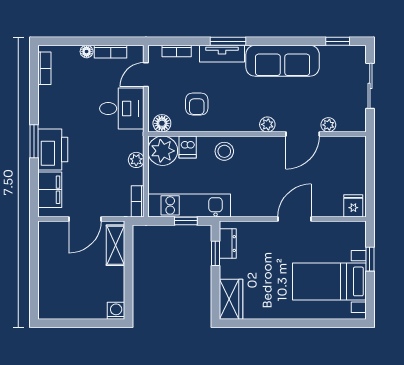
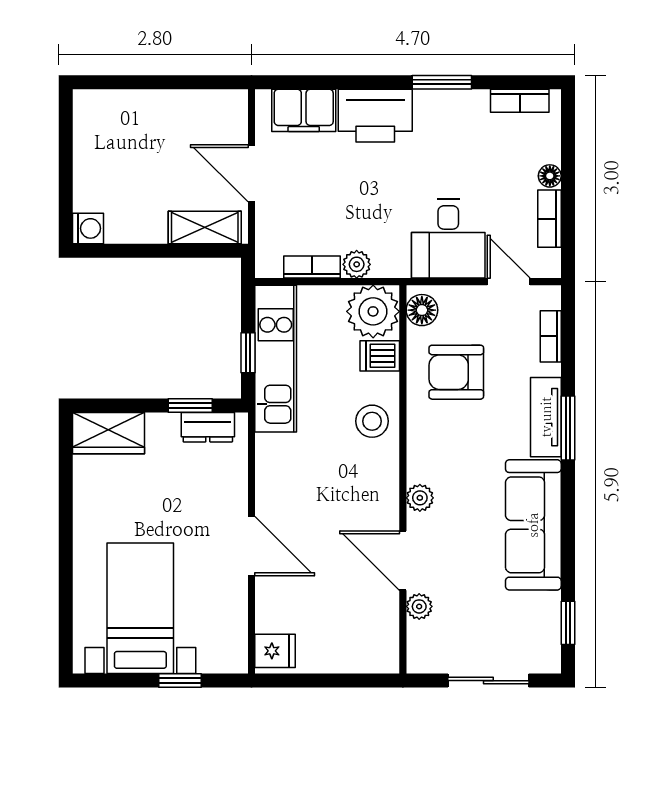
armchair: (197, 104) -> (456, 372), width x1.38, depth x1.38
window: (34, 141) -> (442, 82), moved
bookcase: (138, 201) -> (312, 267), moved

